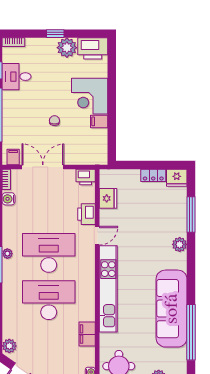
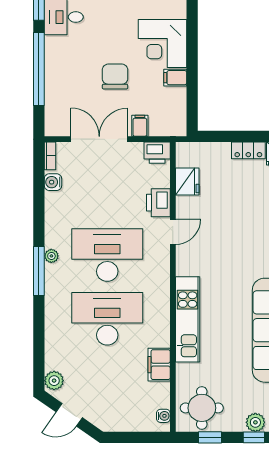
chair: (54, 121) -> (115, 76), width x1.87, depth x1.87
filing cabinet: (13, 157) -> (140, 126), moved
kitchen unit: (108, 289) -> (188, 319), width x0.73

